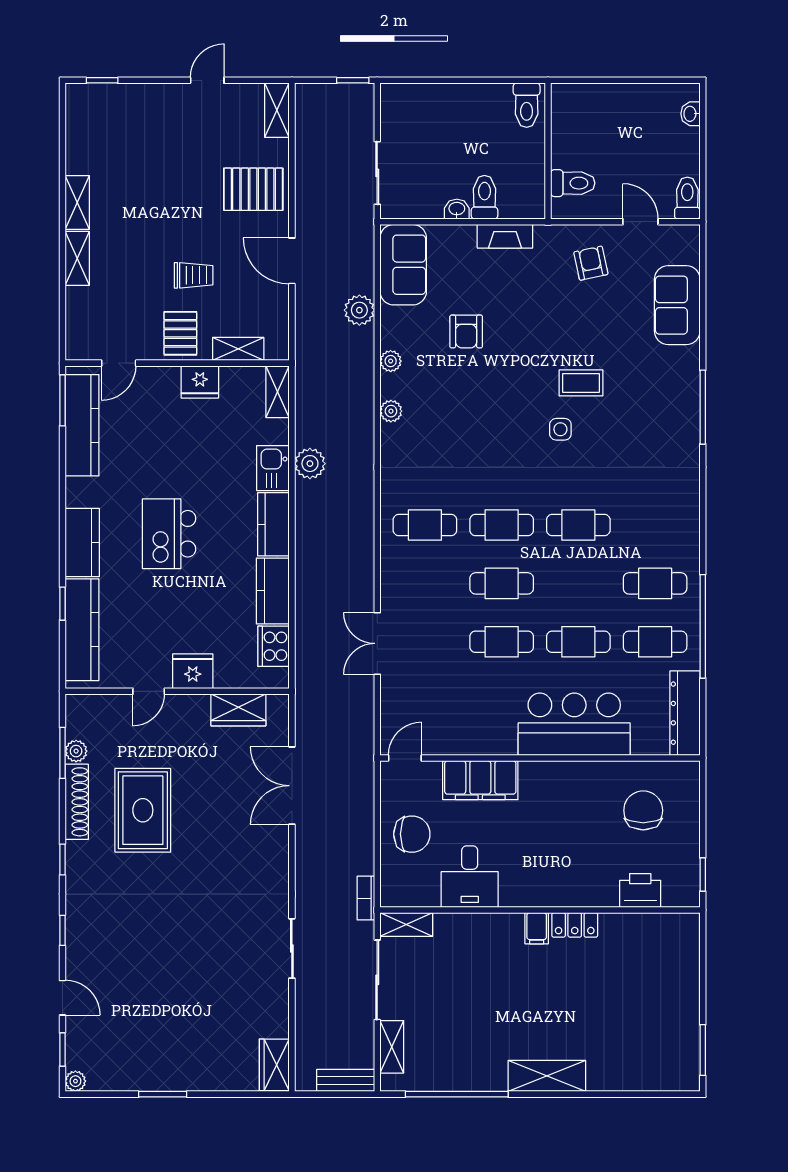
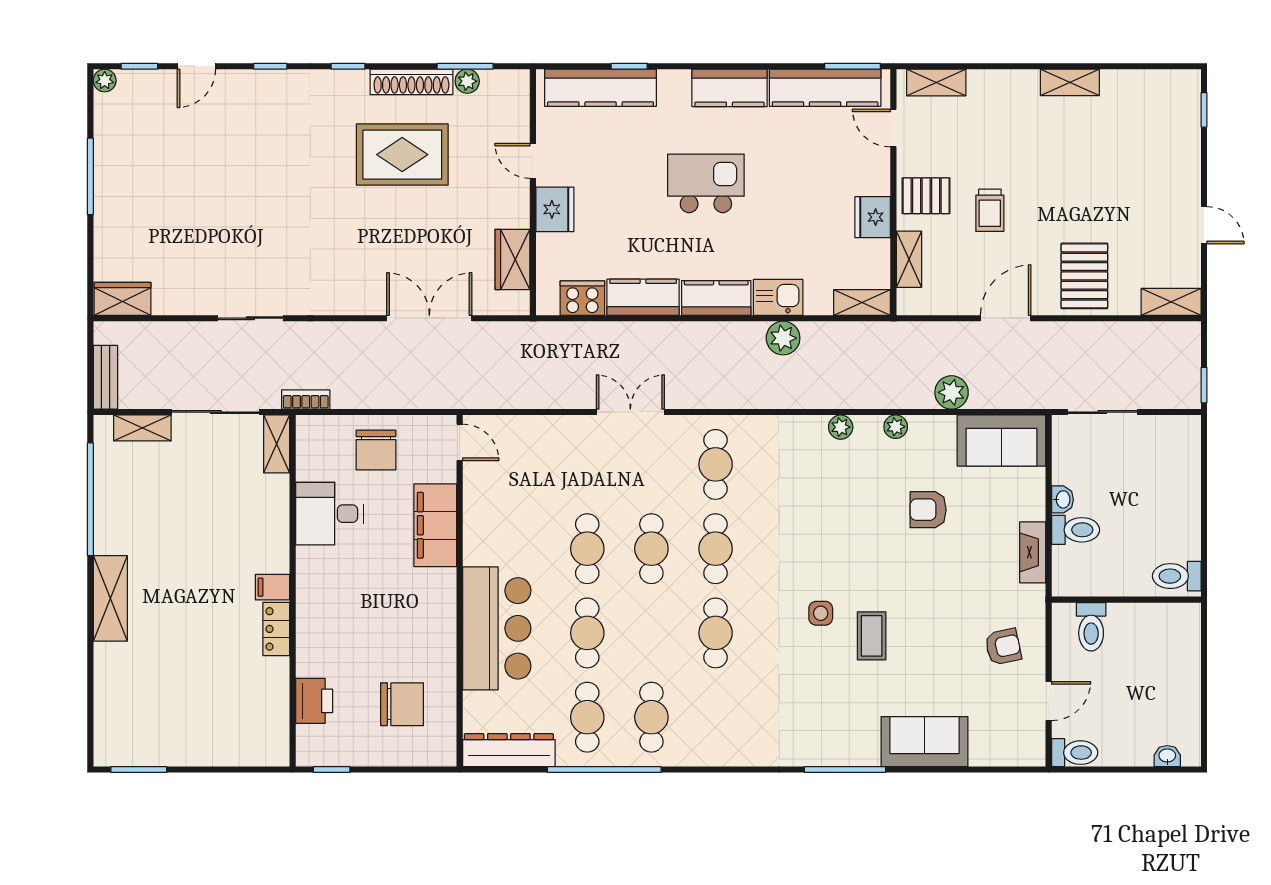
shelving: (77, 258) -> (936, 82), moved
sofa: (677, 305) -> (924, 742), moved
kitchen counter: (82, 543) -> (729, 88), moved
double door: (377, 643) -> (630, 412), moved
window: (163, 1094) -> (90, 176), width x1.44

